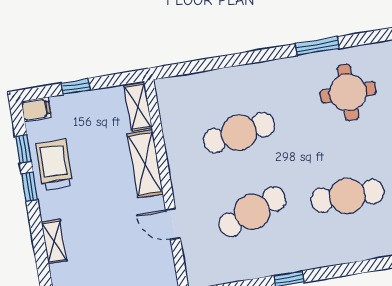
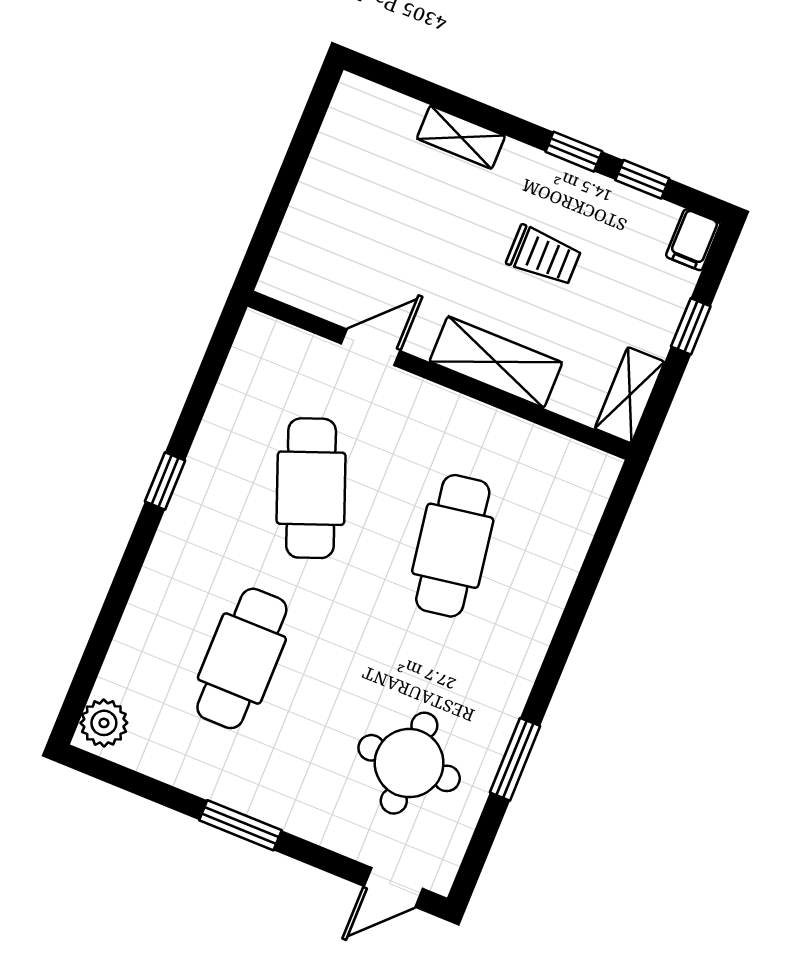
shelving: (138, 107) -> (630, 395), moved, turned 90
trolley: (54, 164) -> (544, 256), moved, width x0.73, depth x0.72

